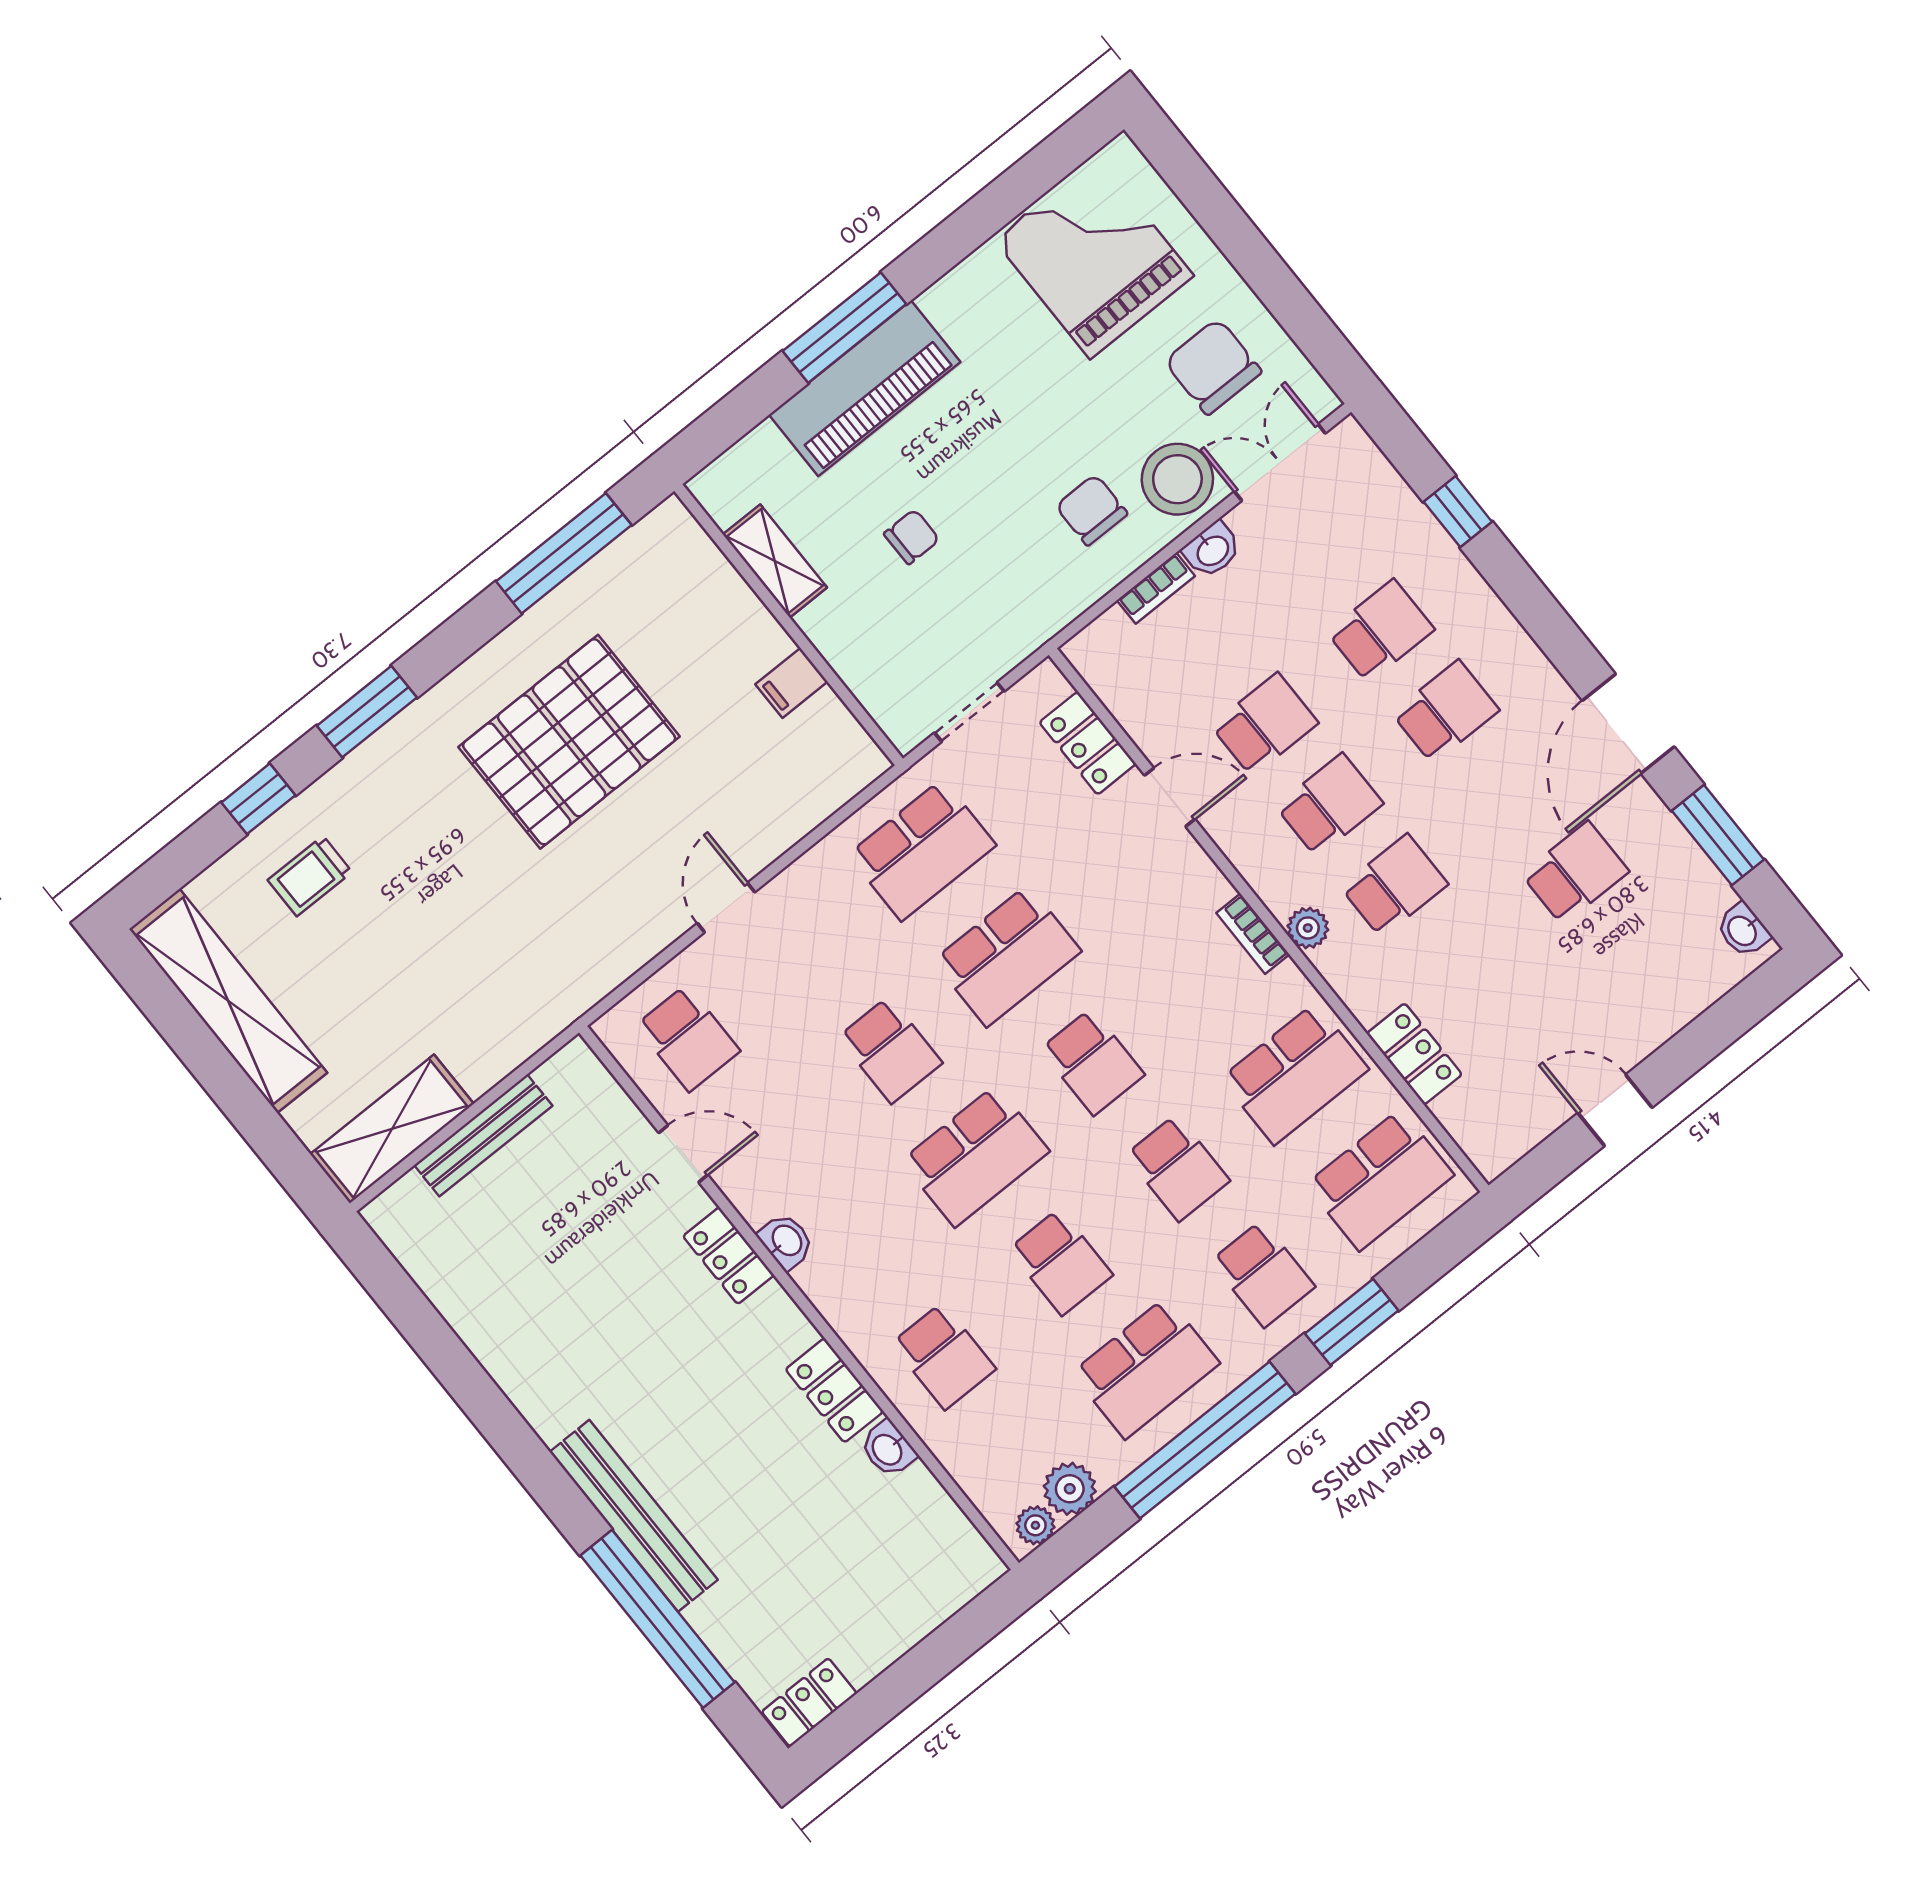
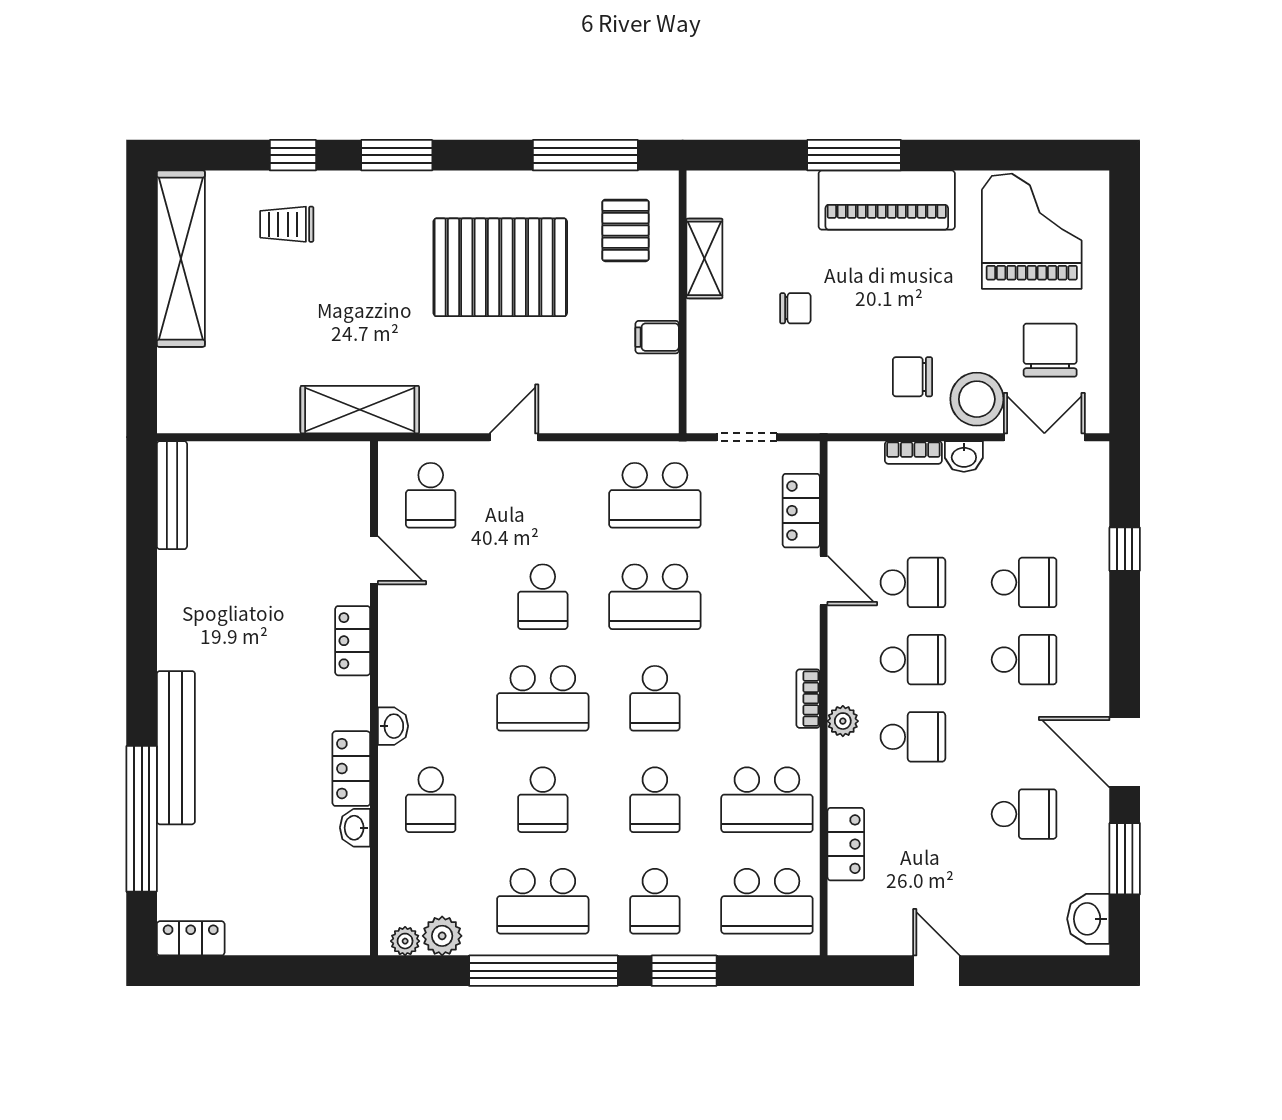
piano: (865, 388) -> (887, 200), moved
chair: (1091, 510) -> (912, 377), turned -90
pallet: (669, 598) -> (626, 230), added
door: (1628, 724) -> (1125, 752), hinge flipped
washbasin: (1743, 930) -> (1088, 919), width x1.38, depth x1.45
shelving: (392, 1129) -> (360, 410), moved
bench: (483, 1135) -> (172, 495), moved, turned 90
washbasin: (786, 1241) -> (393, 726), moved

